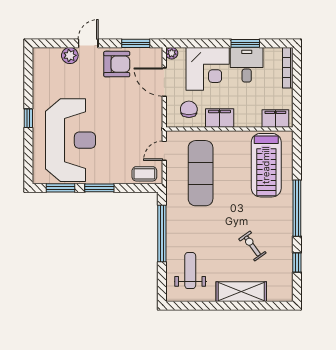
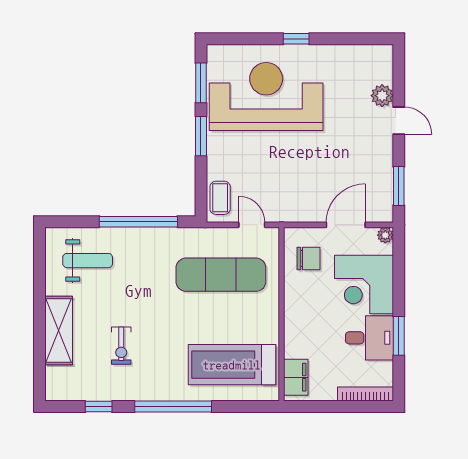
armchair: (117, 64) -> (370, 160), removed
filing cabinet: (220, 118) -> (296, 301), removed
reception desk: (70, 140) -> (266, 96), turned 180
exercise bike: (252, 246) -> (121, 346), turned 126

